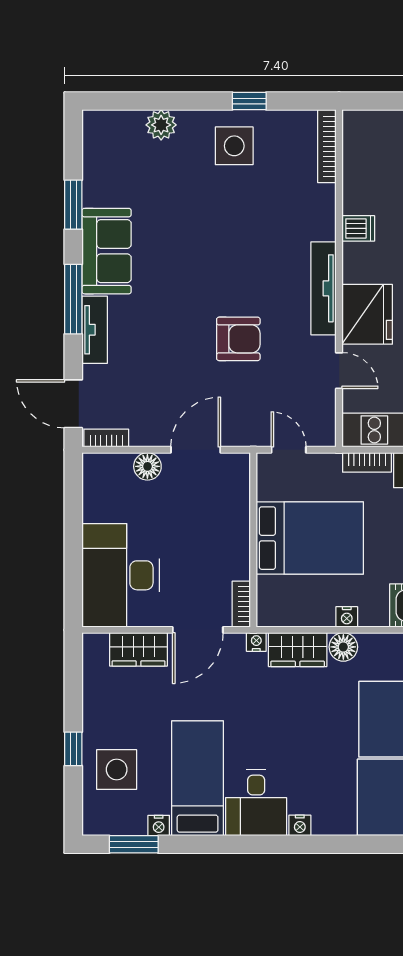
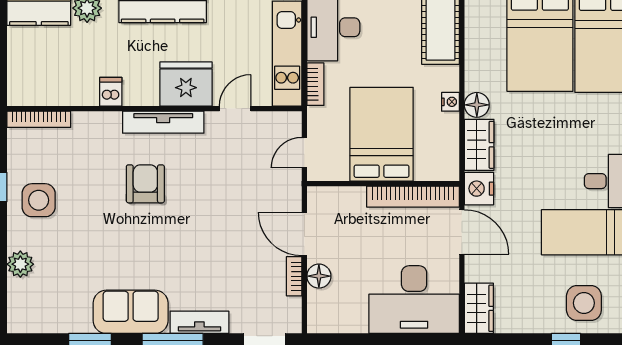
armchair: (238, 339) -> (145, 184), moved
bookcase: (106, 438) -> (294, 276), moved
bookcase: (241, 604) -> (413, 197), width x2.31, depth x1.31
nightstand: (256, 642) -> (479, 189), width x1.89, depth x1.79
wardrobe: (138, 649) -> (479, 308), moved

